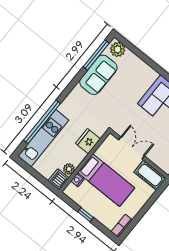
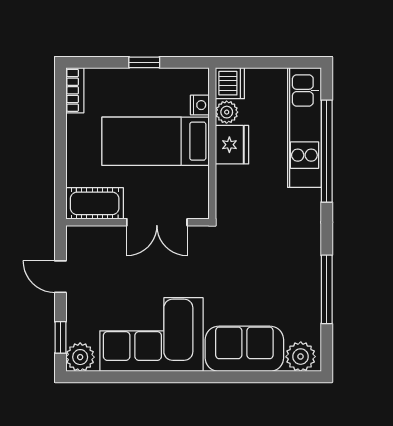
window: (96, 55) -> (327, 289), moved
sofa: (98, 75) -> (244, 349), moved, turned 90
fridge: (88, 141) -> (232, 145), moved

